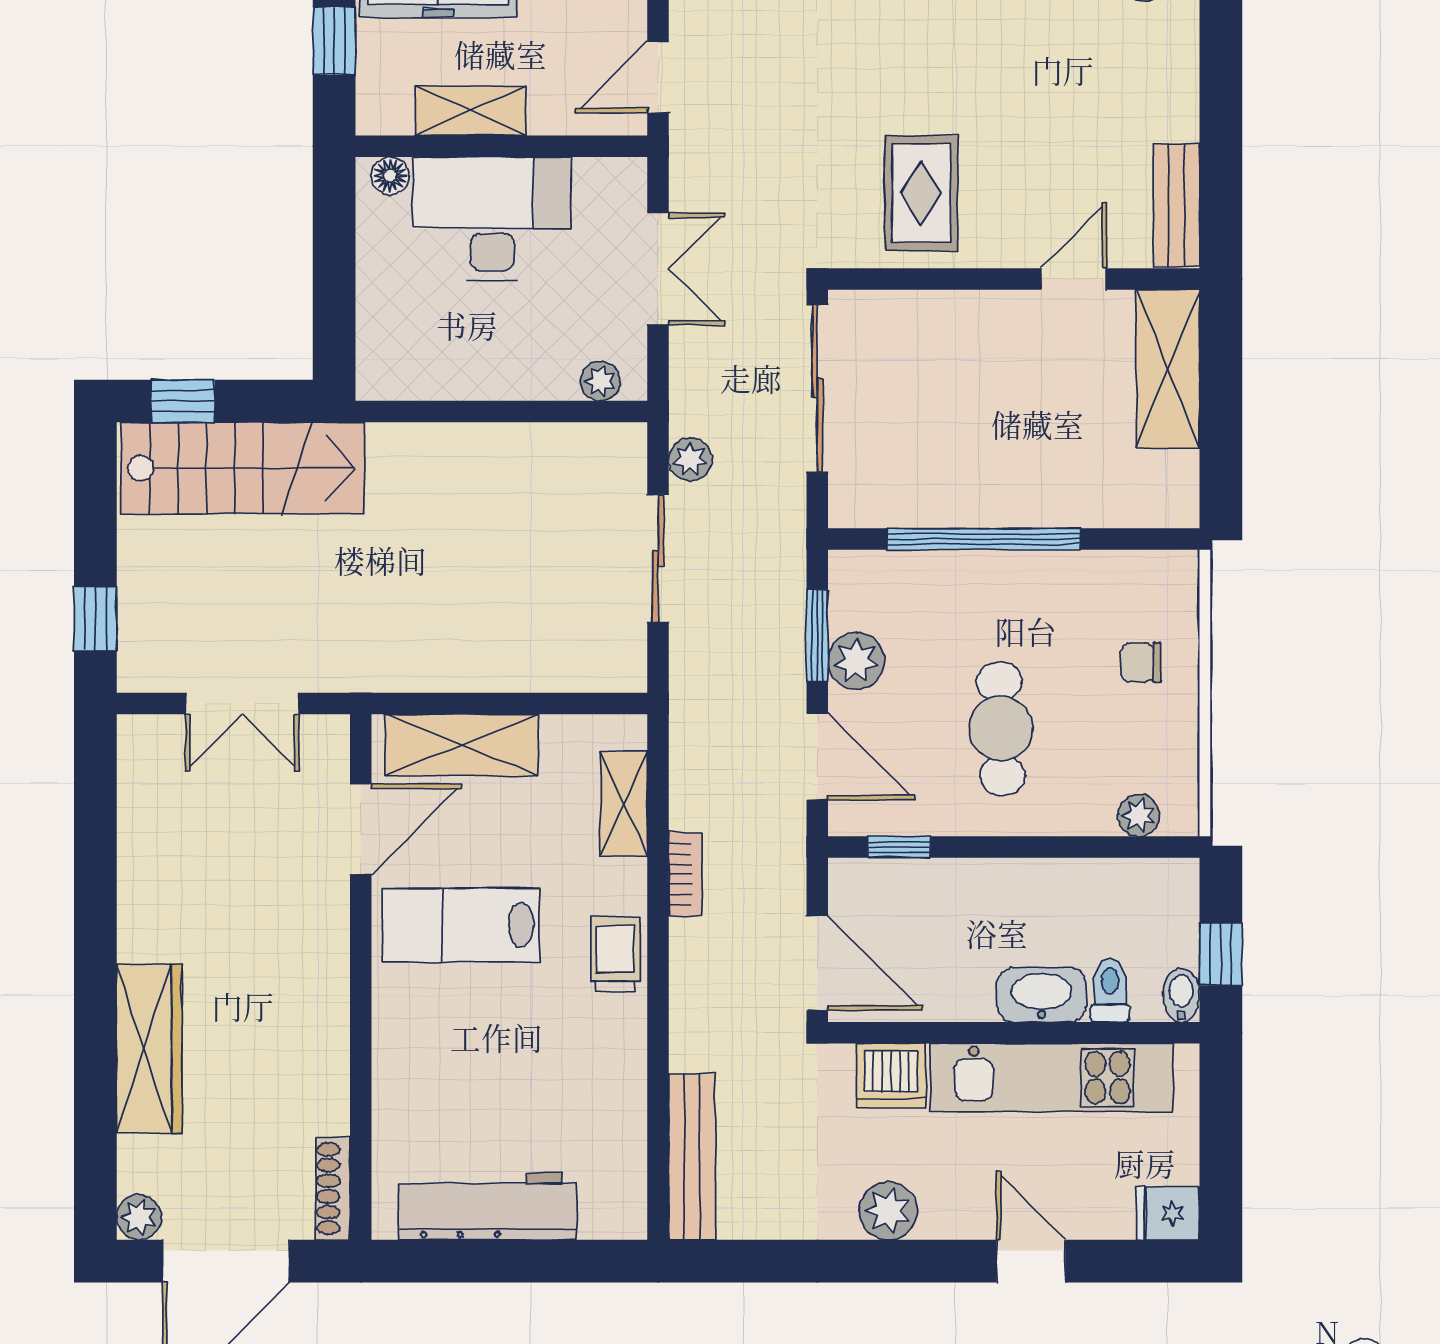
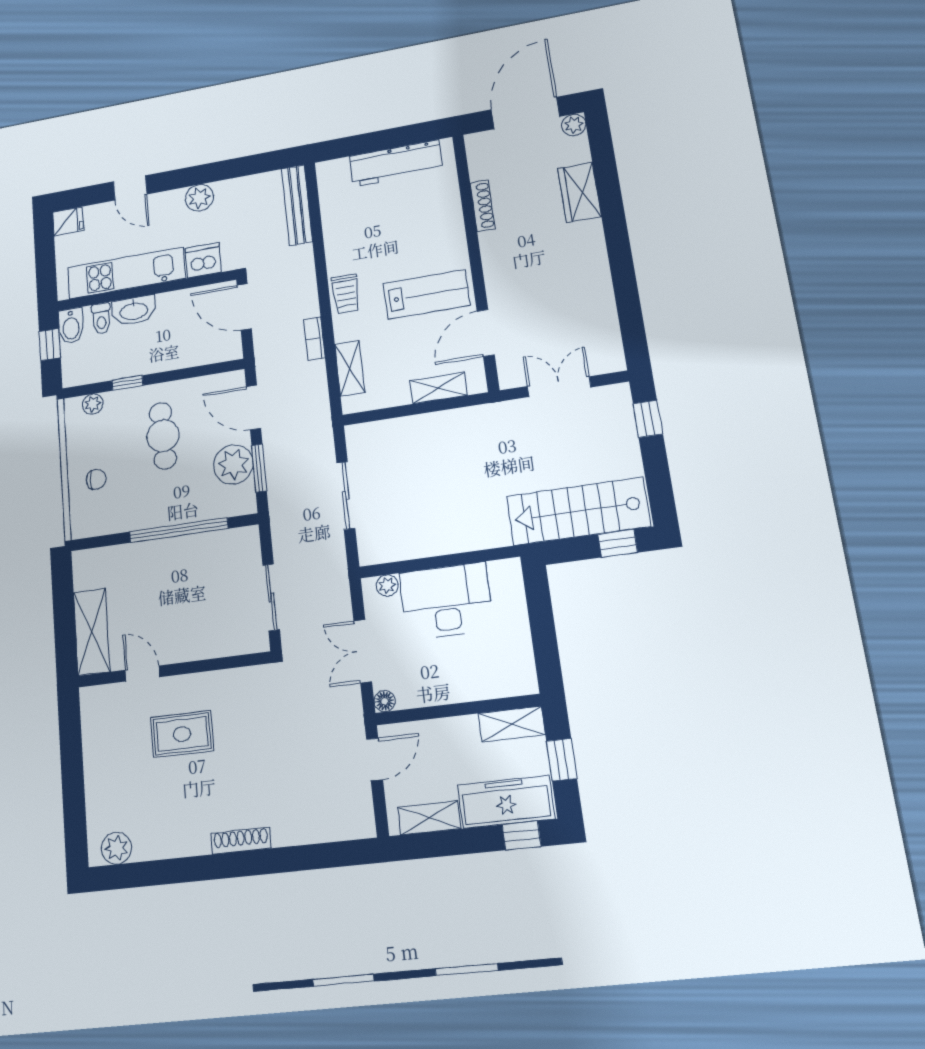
shelving: (471, 111) -> (512, 724), moved
floor lamp: (390, 176) -> (385, 701), moved
rug: (921, 193) -> (182, 734), moved, turned 90
bench: (1176, 205) -> (93, 720), removed
desk: (492, 219) -> (446, 601), moved, turned 180
door: (1074, 279) -> (142, 674), swing flipped
sliding door: (817, 388) -> (271, 597), width x0.73
plant: (690, 459) -> (334, 550), removed
plant: (856, 661) -> (233, 464), width x1.36, depth x1.36
shelving: (462, 745) -> (438, 388), width x0.67, depth x0.75
window: (899, 847) -> (127, 383), moved
bidet: (1181, 995) -> (71, 326), width x1.38, depth x1.36
wardrobe: (149, 1048) -> (580, 192), width x0.67
shoe rack: (333, 1189) -> (483, 206), moved

